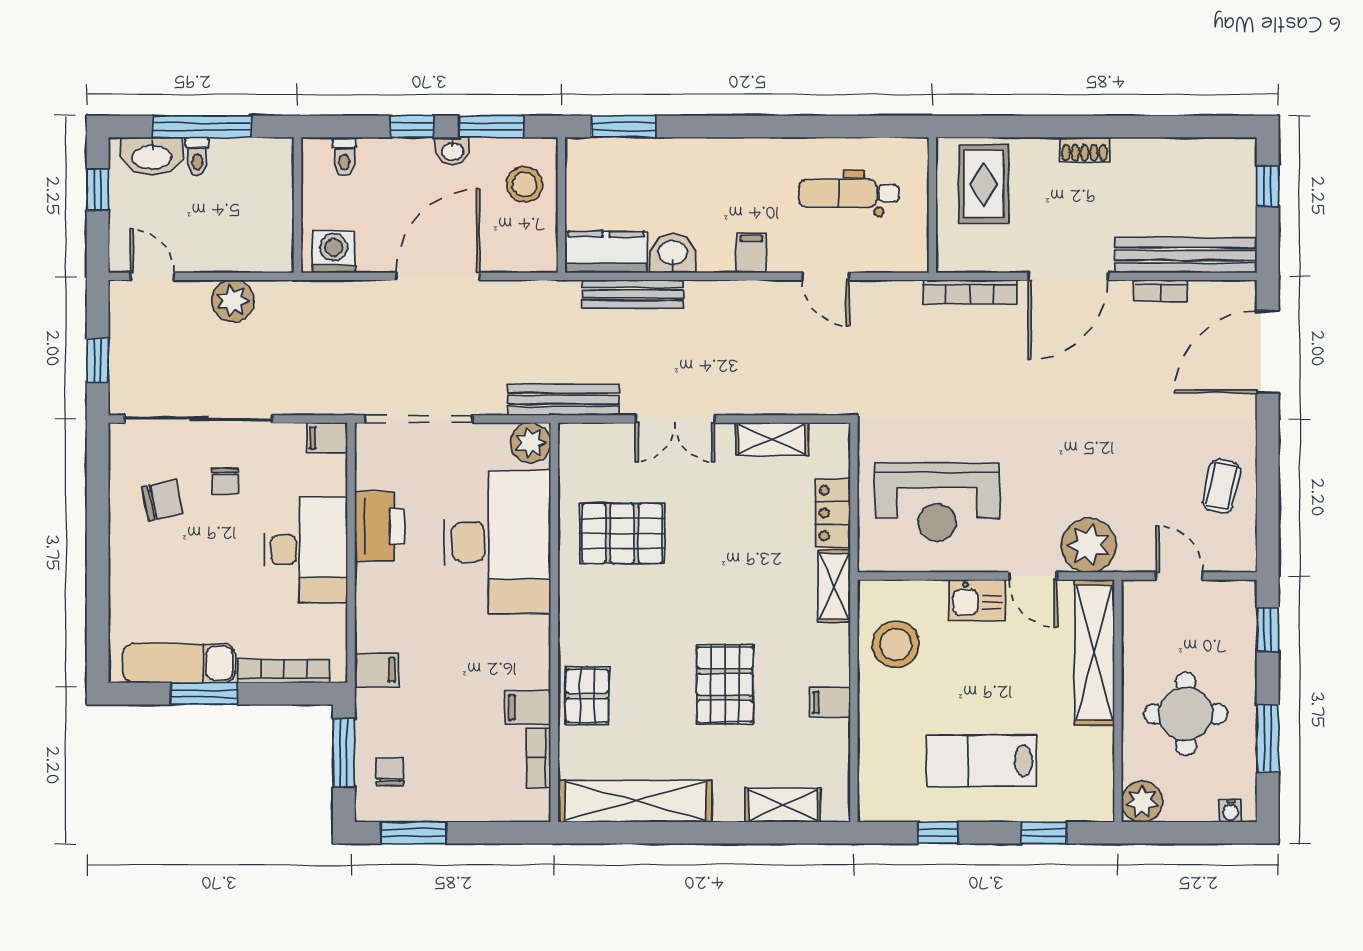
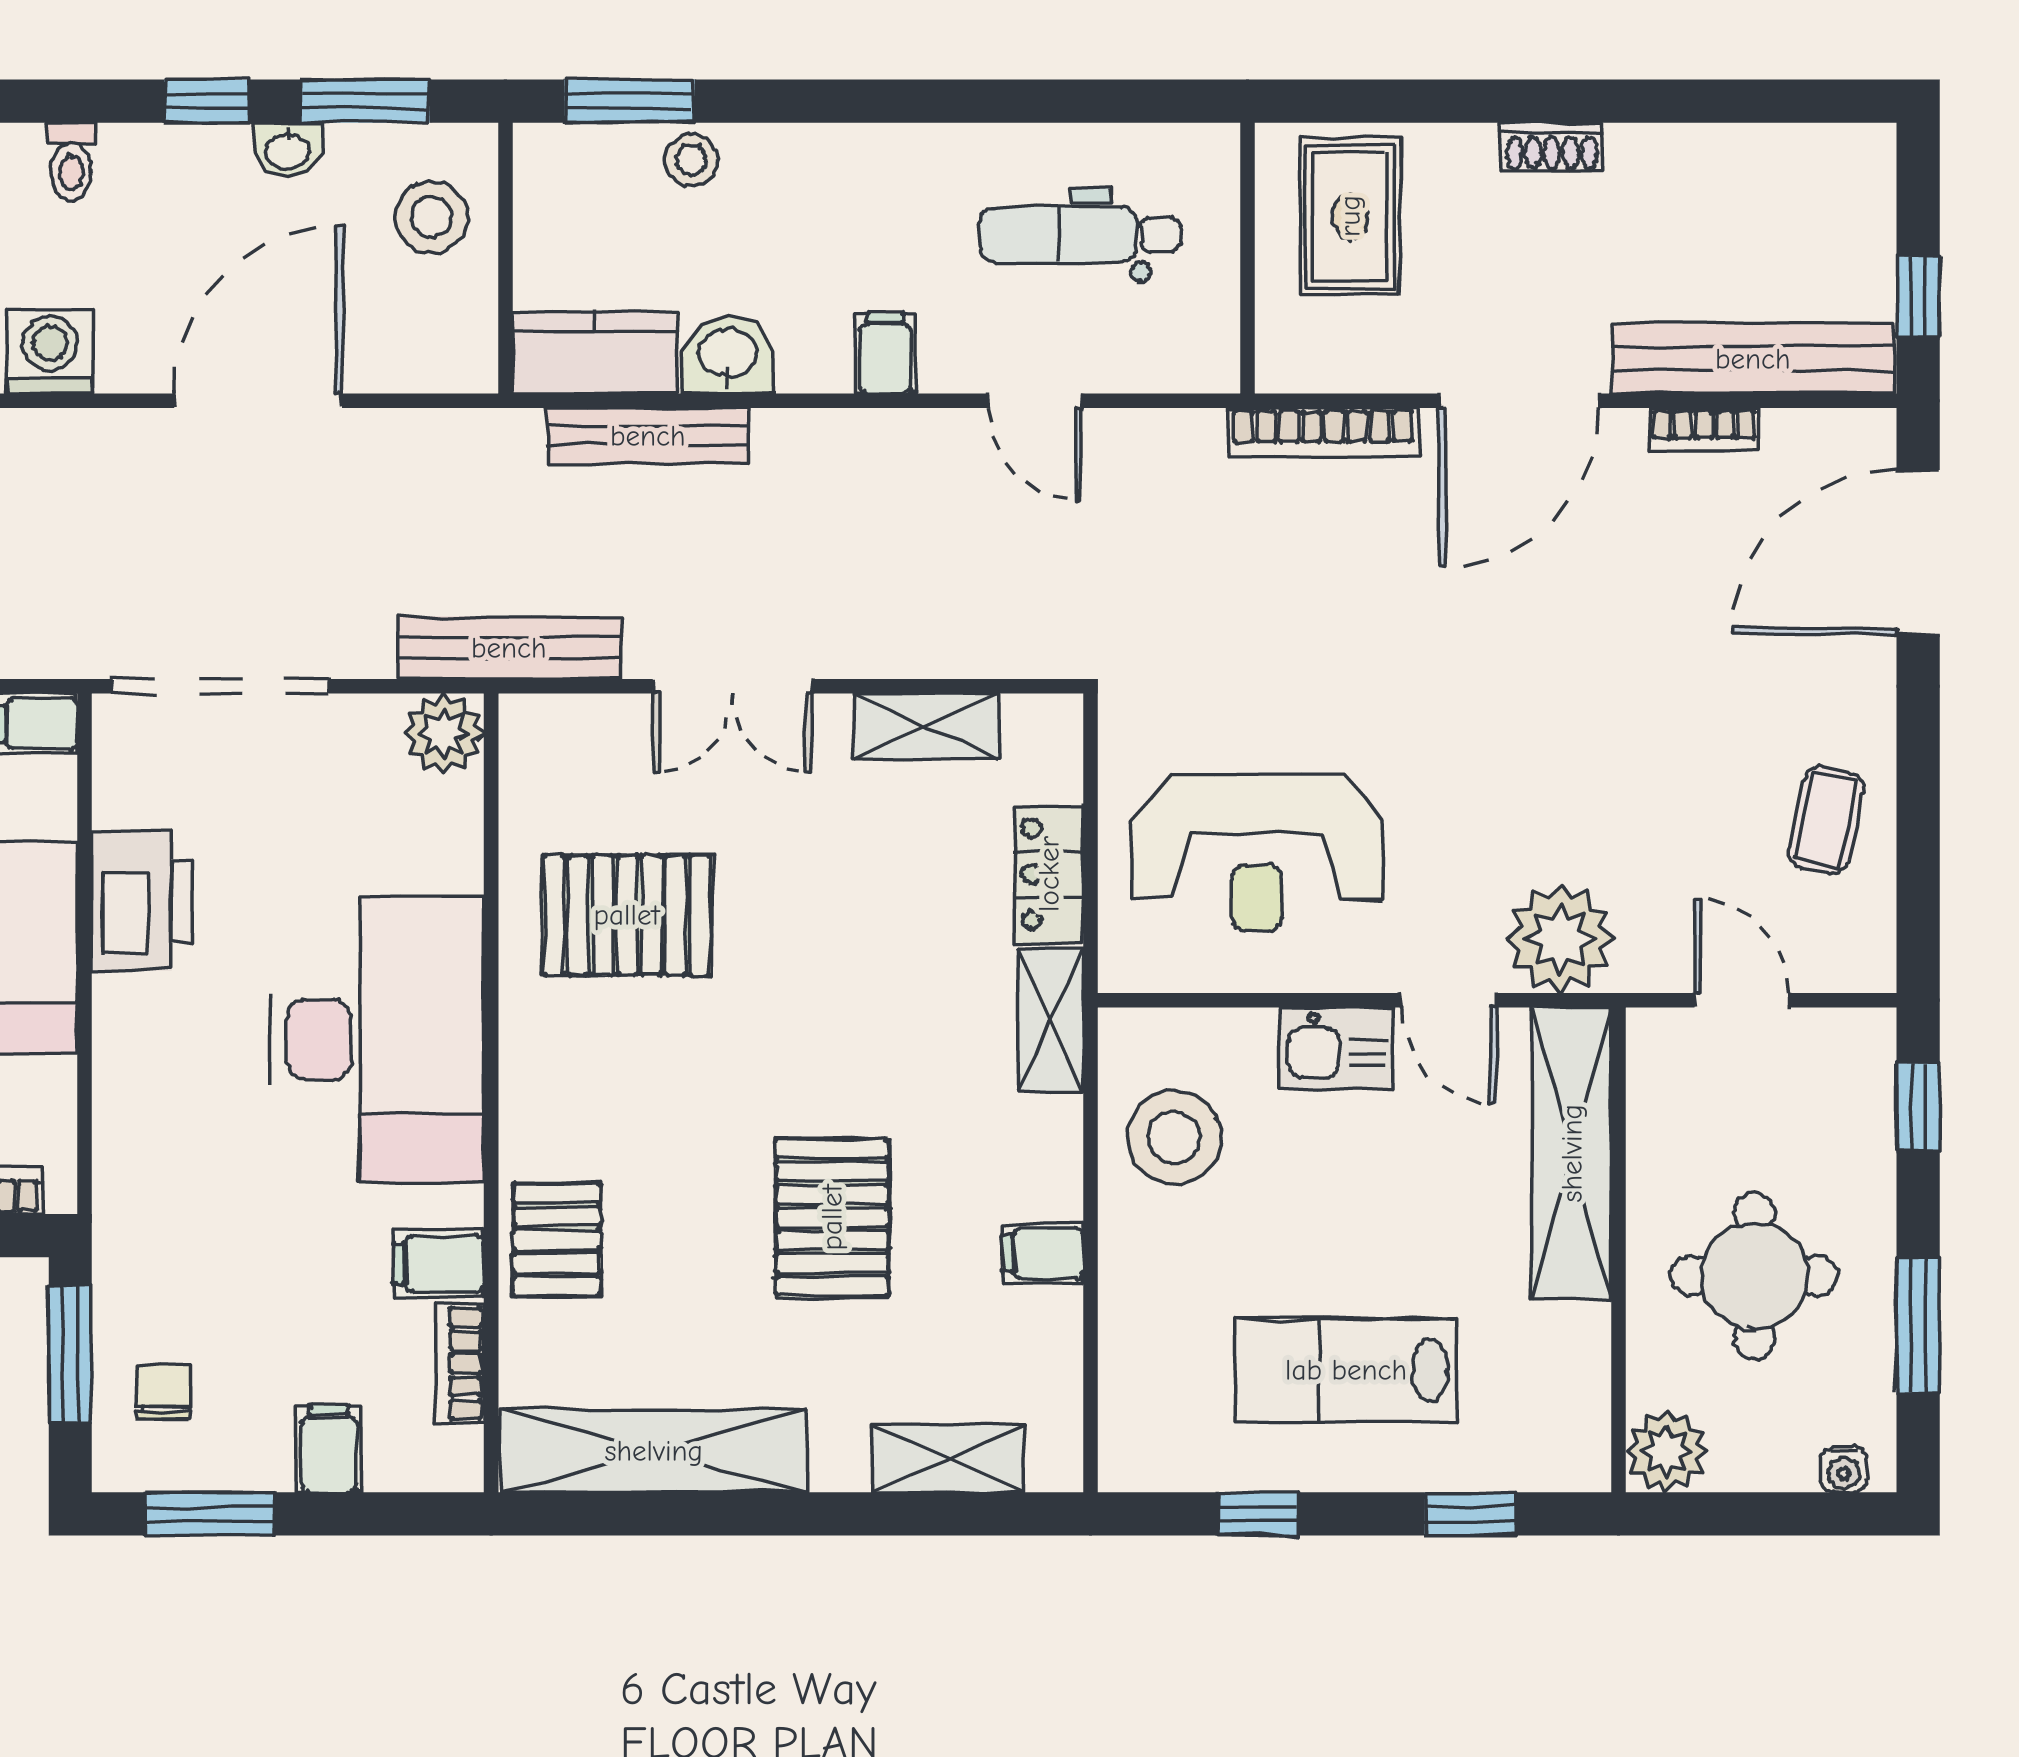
stool: (654, 156) -> (691, 160), added
window: (1268, 186) -> (1918, 297), moved
desk: (497, 542) -> (377, 1039), moved
filing cabinet: (376, 670) -> (329, 1449), moved, turned -90

